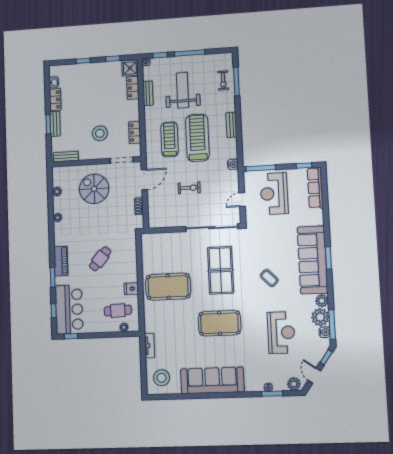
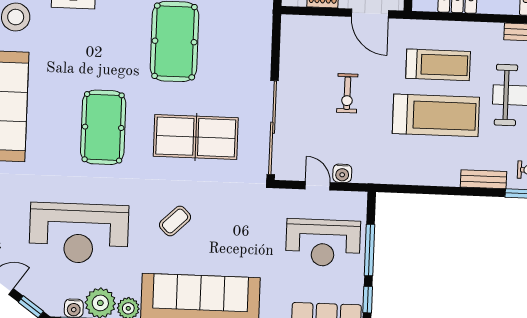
bench: (231, 125) -> (484, 179), moved
water cooler: (233, 164) -> (342, 173), moved
window: (261, 168) -> (370, 250), moved
reception desk: (274, 194) -> (323, 243), turned 180
reception desk: (281, 333) -> (79, 233), width x1.36, depth x1.30

